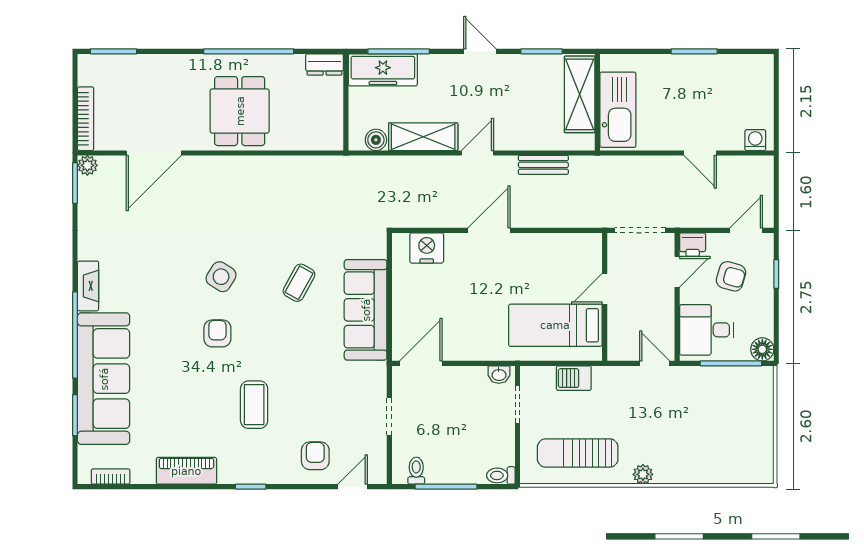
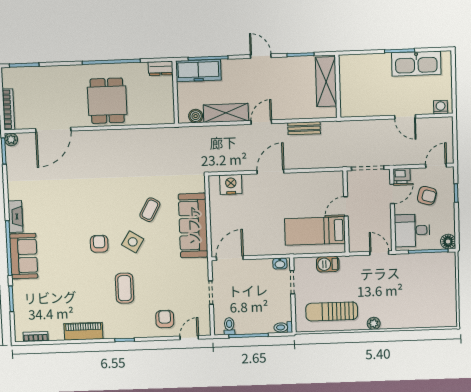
kitchen sink: (618, 110) -> (416, 64), moved, turned 90
side table: (221, 277) -> (133, 242), moved
sofa: (104, 379) -> (24, 256), width x0.54, depth x0.79

